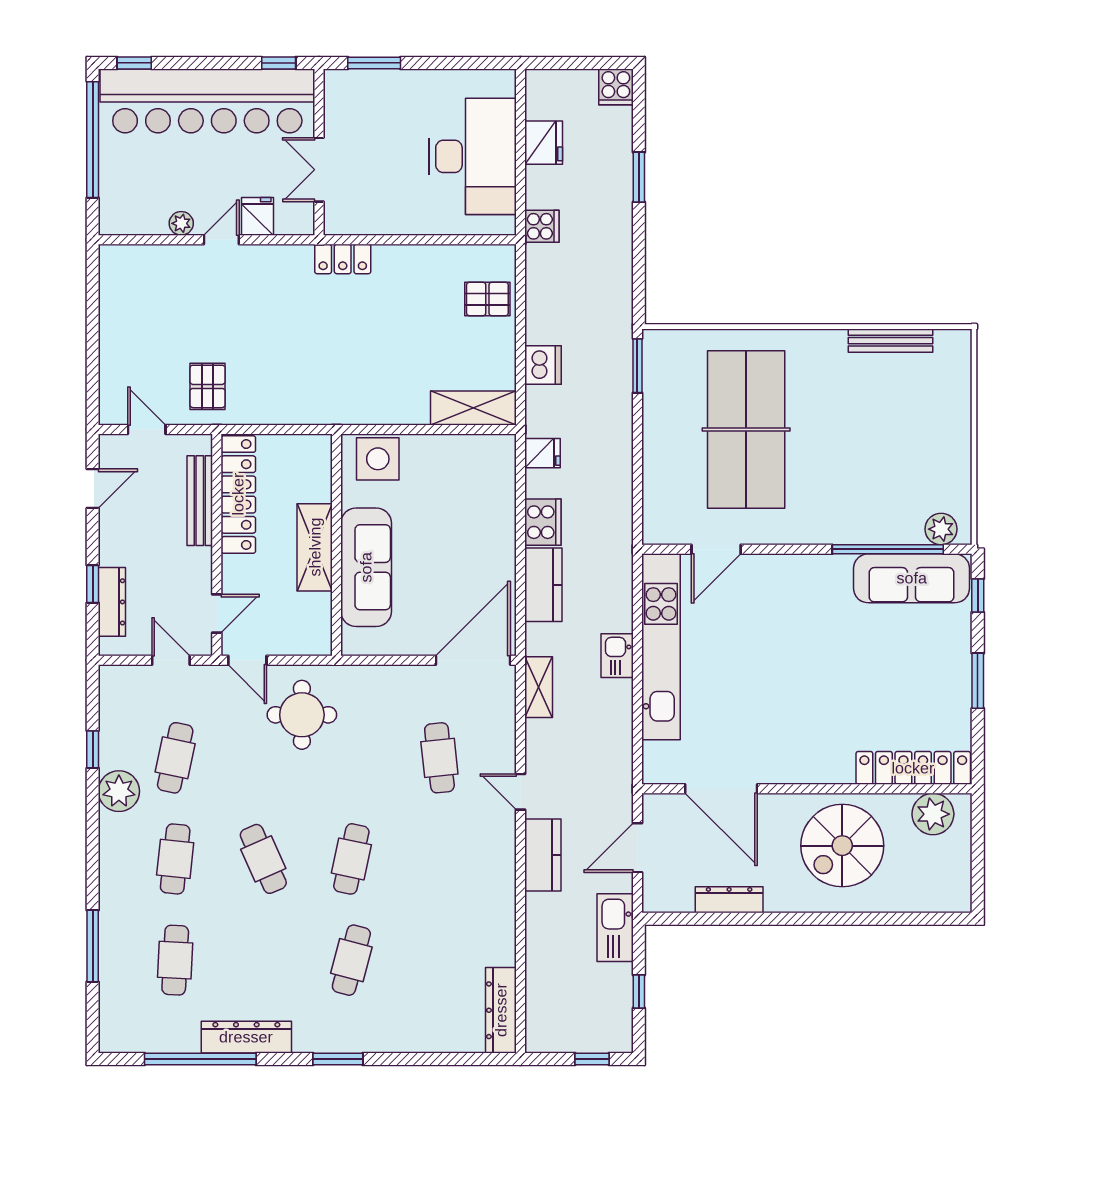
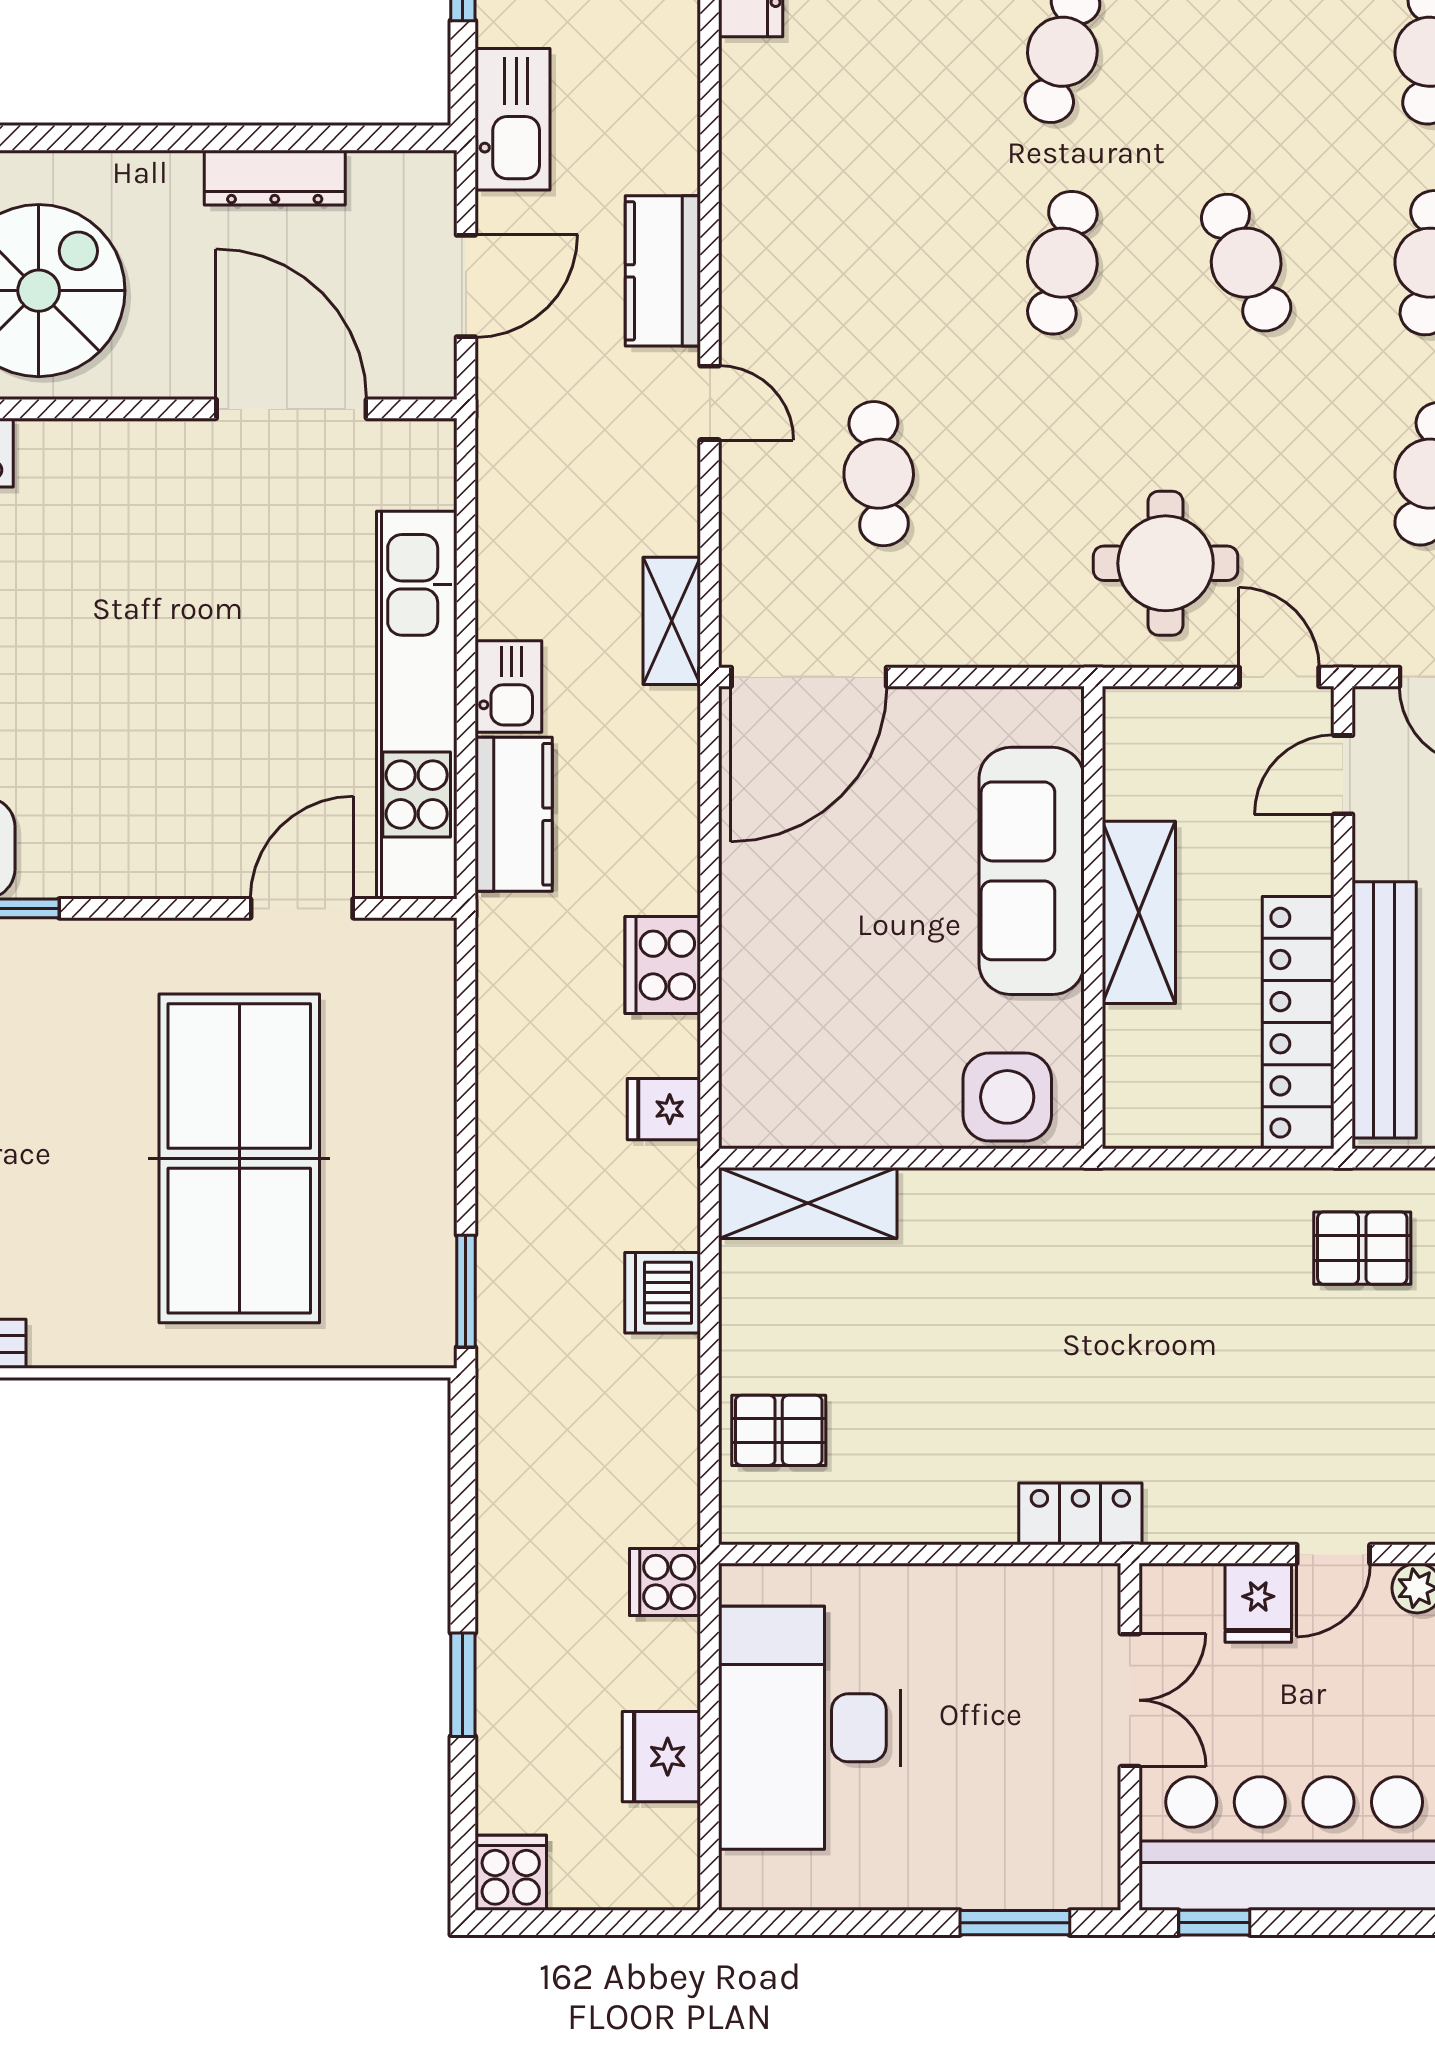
pallet: (208, 386) -> (1362, 1248), turned 90
bench: (200, 501) -> (1384, 1010), width x1.37, depth x1.21
kitchen counter: (543, 585) -> (514, 814), moved, turned 180

